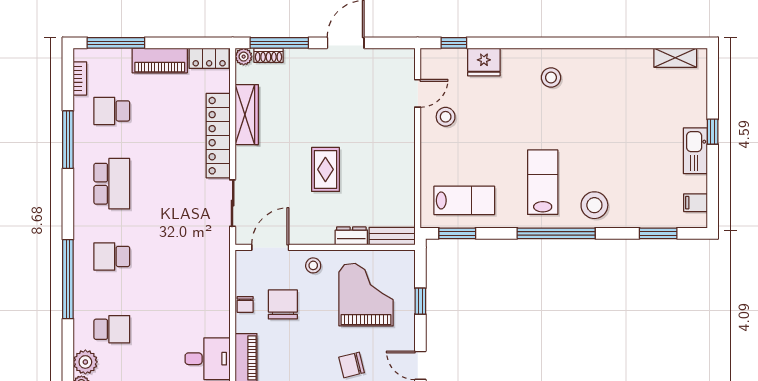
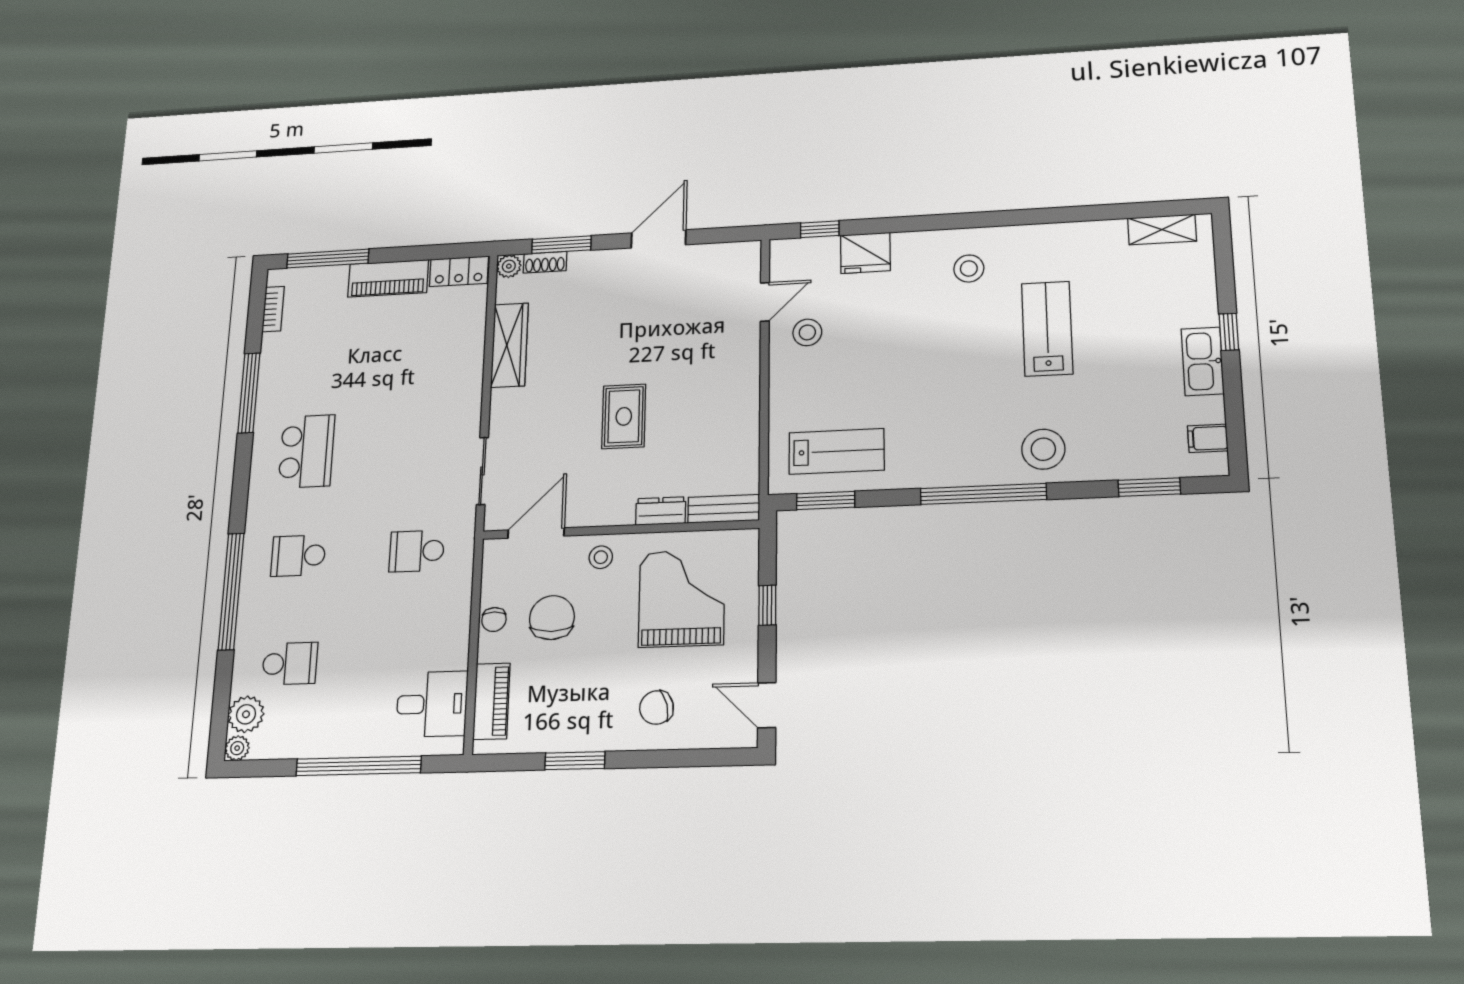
window: (279, 43) -> (561, 245), width x0.69
school desk: (112, 111) -> (417, 551), moved
locker: (218, 136) -> (466, 377), removed
lab bench: (543, 182) -> (1047, 329), moved

